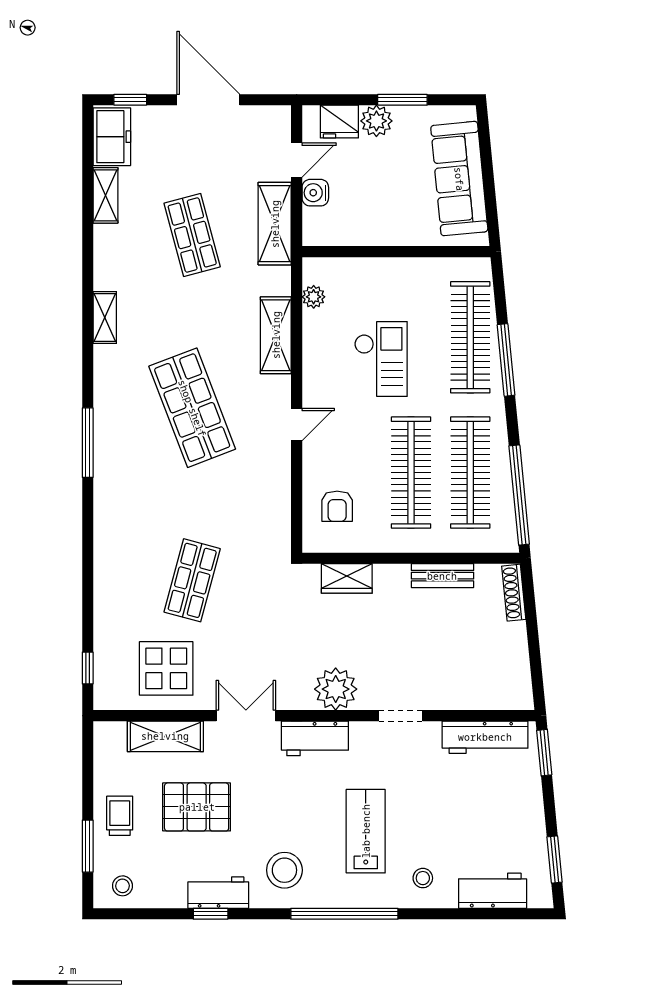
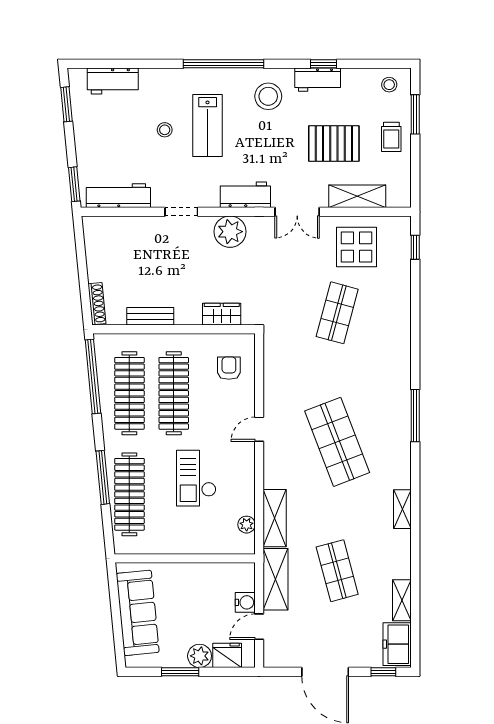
shelving: (276, 335) -> (275, 518), moved
stool: (423, 878) -> (165, 130), moved

